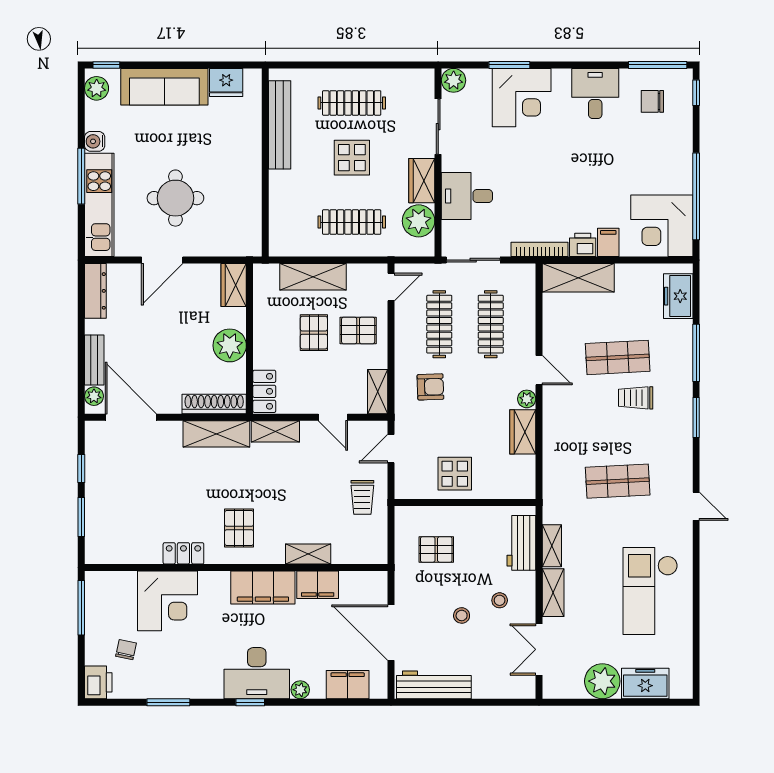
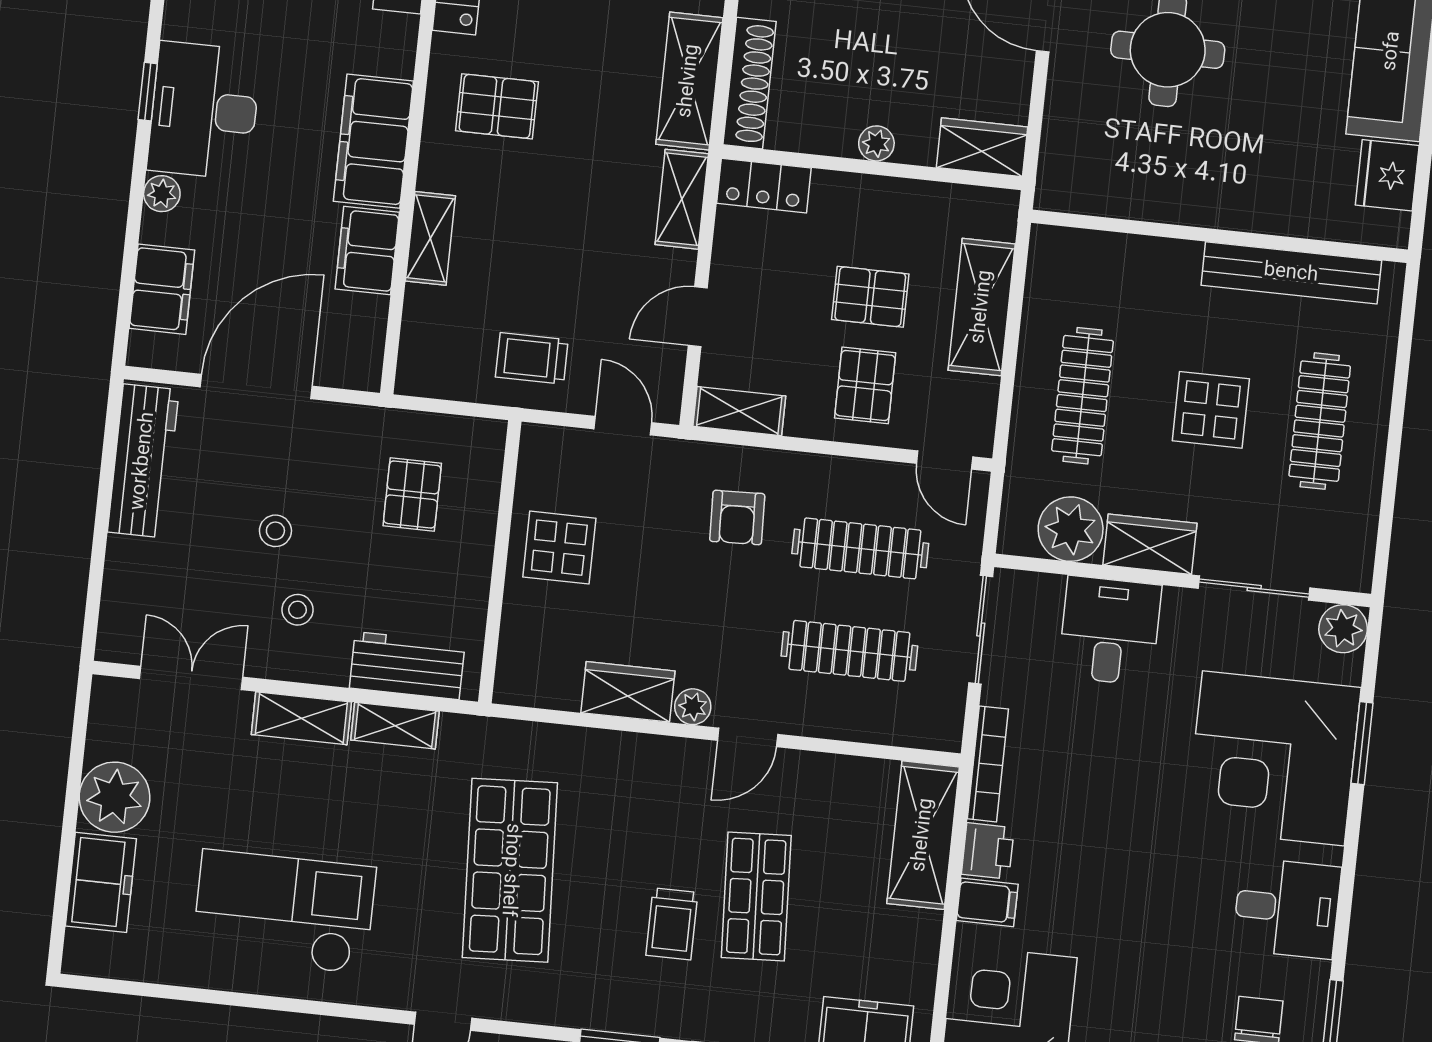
corner desk: (522, 98) -> (1273, 758), width x1.36, depth x1.36
plant: (230, 345) -> (876, 143), width x0.53, depth x0.53
trolley: (636, 398) -> (672, 924), turned 180
shop shelf: (618, 481) -> (510, 870), width x1.43, depth x1.36

